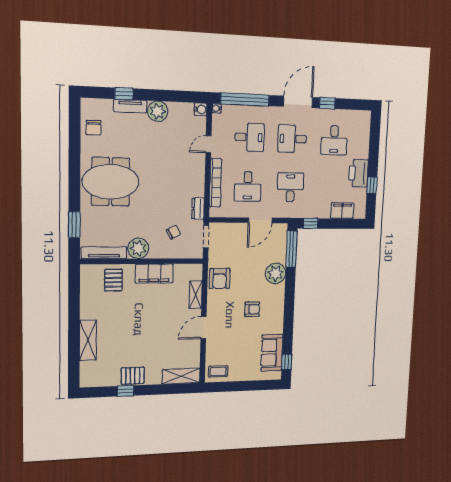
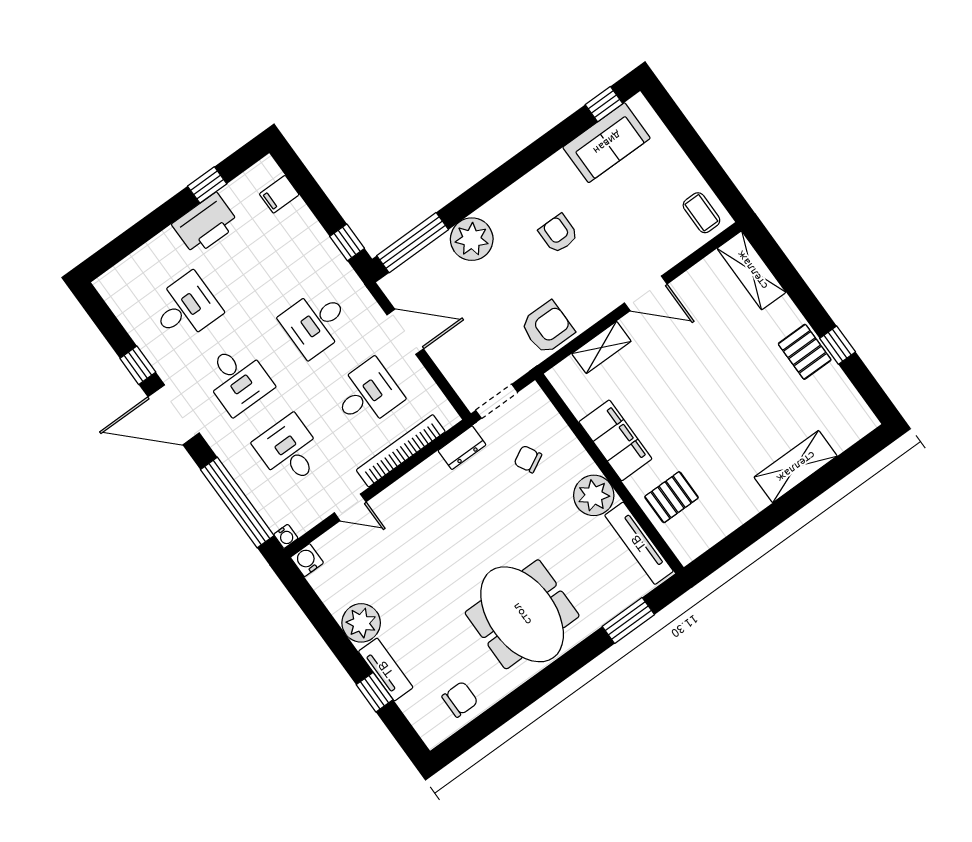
filing cabinet: (342, 211) -> (279, 194), width x0.50

